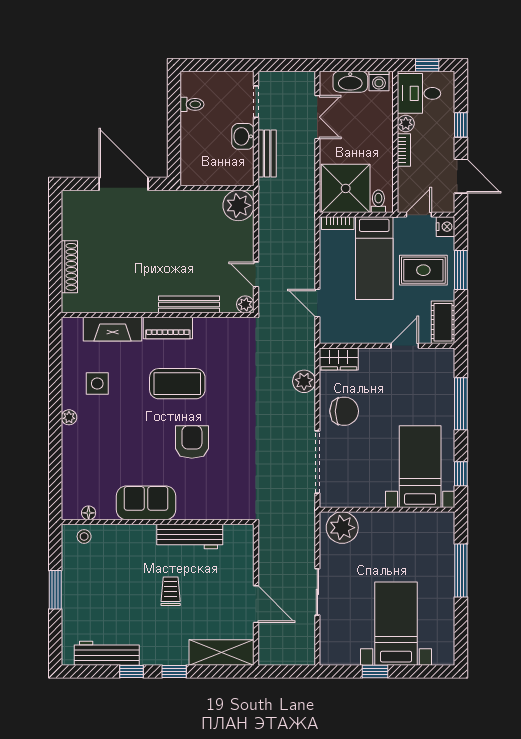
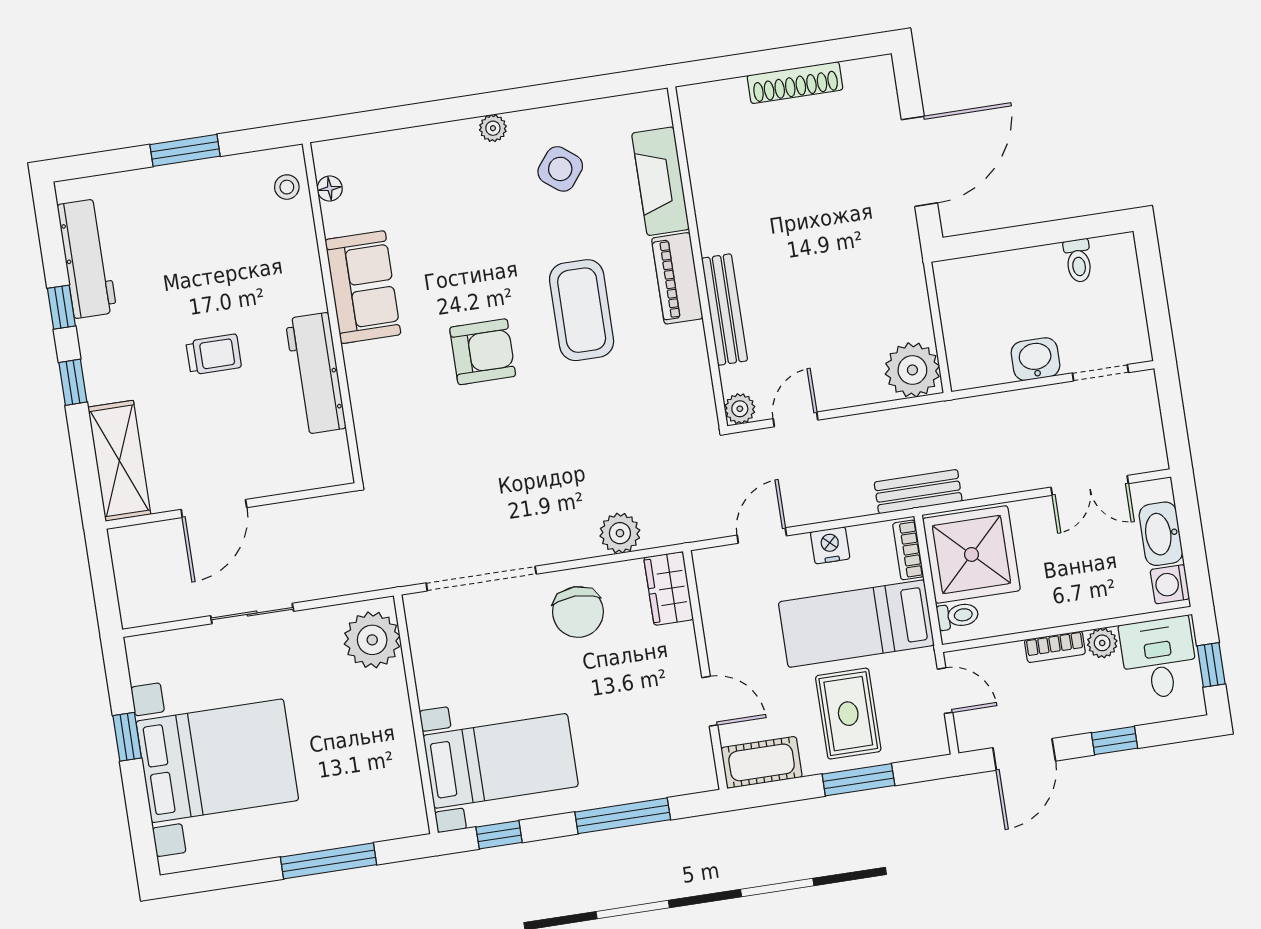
bench: (267, 154) -> (918, 492), moved
nightstand: (446, 227) -> (830, 545), moved, turned 180
shoe rack: (69, 267) -> (795, 83), moved
side table: (97, 384) -> (560, 169), turned 38
bed with nightstands: (396, 624) -> (217, 761), width x1.36

